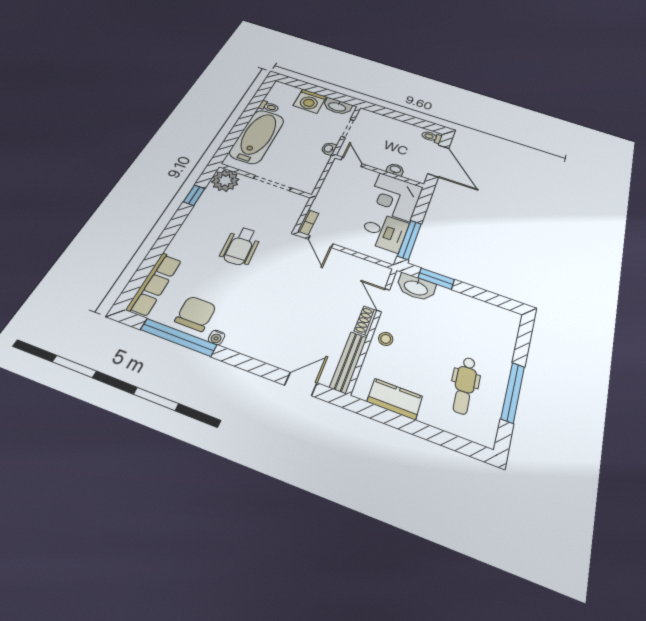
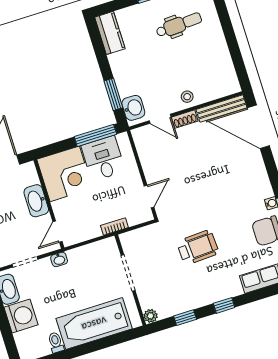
washbasin: (395, 170) -> (36, 201), width x1.91, depth x1.45
plant: (225, 181) -> (151, 316), width x0.53, depth x0.53
bookcase: (308, 222) -> (114, 226), moved
window: (171, 230) -> (224, 305), added
washbasin: (416, 287) -> (133, 108), width x0.72
door: (383, 300) -> (160, 119), hinge flipped
door: (301, 384) -> (258, 127), width x1.87
kitchen counter: (395, 399) -> (110, 33), moved, turned 180

